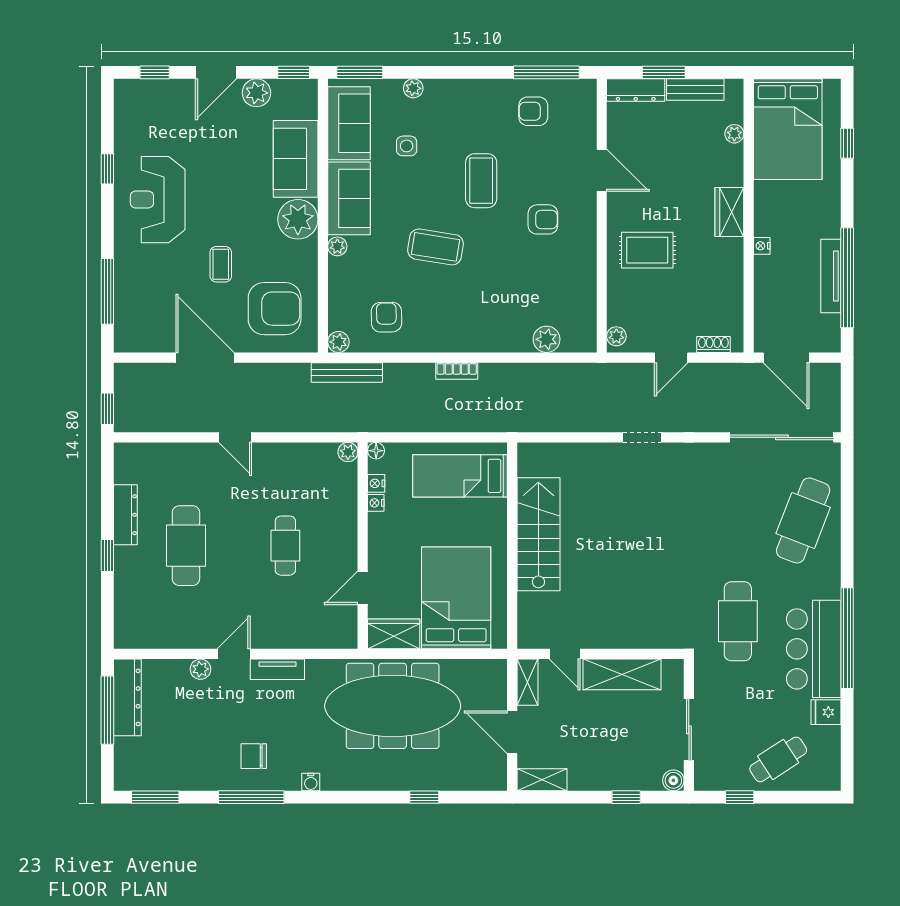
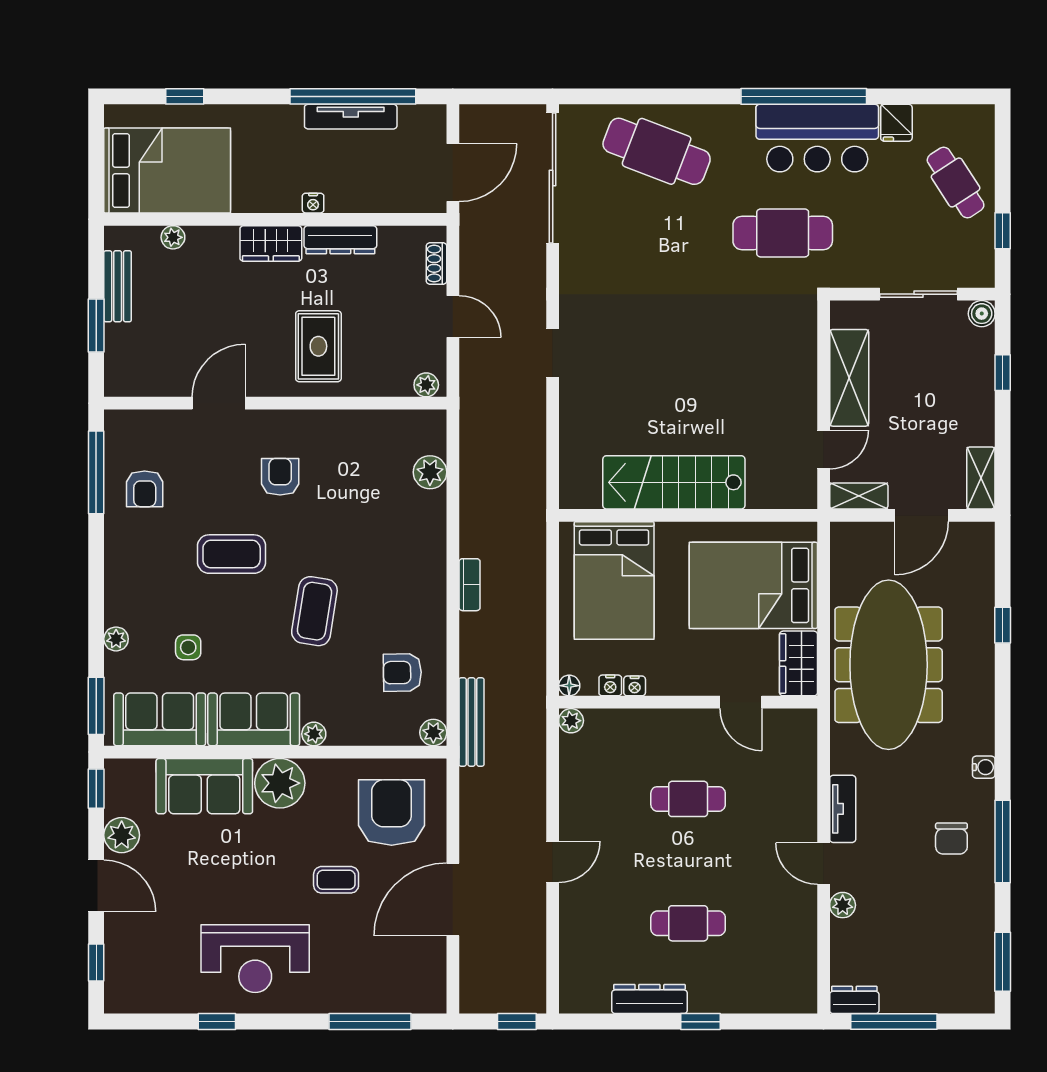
dresser: (636, 90) -> (340, 240), moved, turned 90
bed: (460, 476) -> (614, 580), width x1.50
cafe table: (186, 546) -> (688, 923), width x0.73, depth x0.74
dresser: (127, 697) -> (854, 1000), width x0.51, depth x0.80

